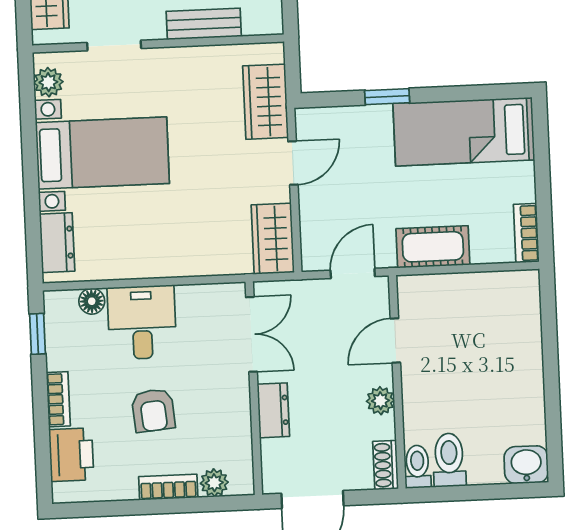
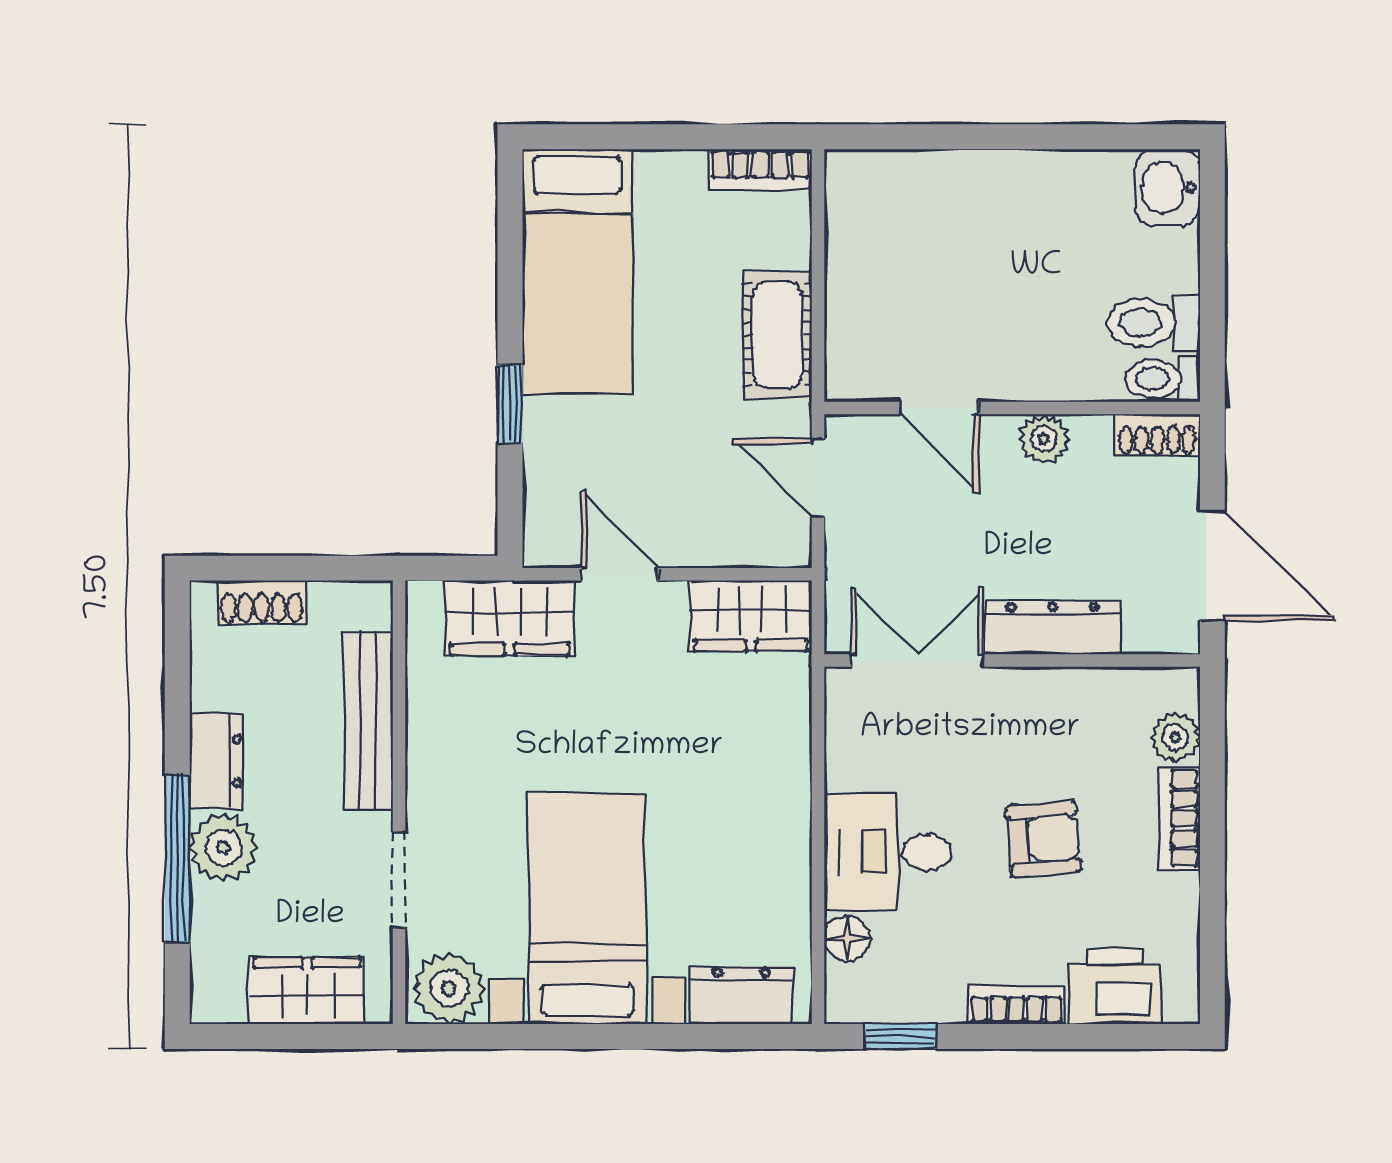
bench: (204, 24) -> (368, 721), width x1.36
plant: (48, 82) -> (449, 988), width x1.38, depth x1.38
dresser: (273, 410) -> (1053, 628), width x1.44

